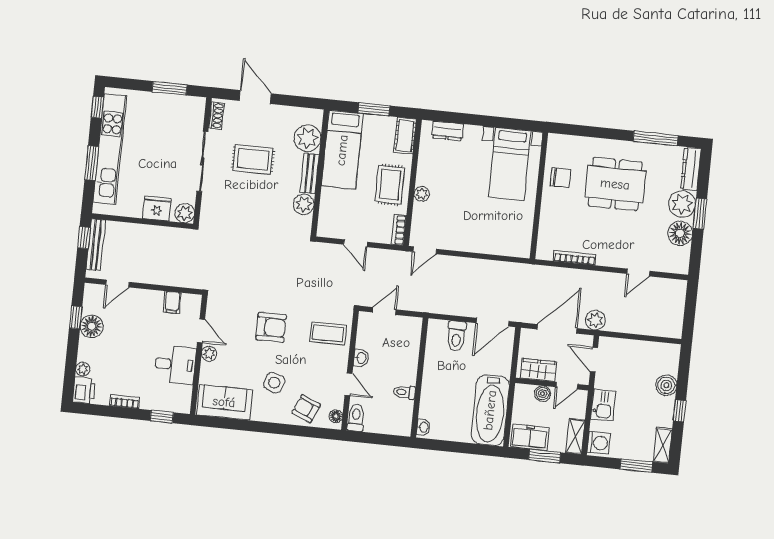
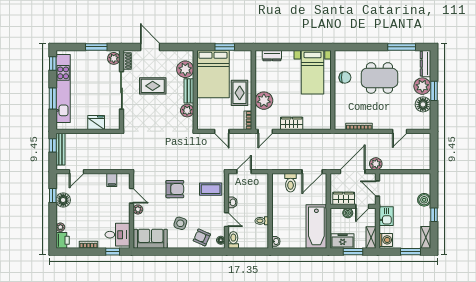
cot: (405, 136) -> (246, 61), removed
bed: (342, 150) -> (213, 74), width x1.50
plant: (422, 194) -> (264, 101), width x1.87, depth x1.87
plant: (185, 213) -> (114, 58), moved
wardrobe: (468, 242) -> (292, 123), added
desk: (175, 365) -> (118, 235), moved

